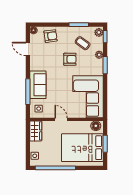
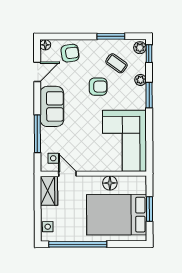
door: (28, 49) -> (37, 72), swing flipped
sofa: (38, 85) -> (52, 106), moved
door: (61, 119) -> (67, 174), moved
floor lamp: (96, 126) -> (110, 183), moved

